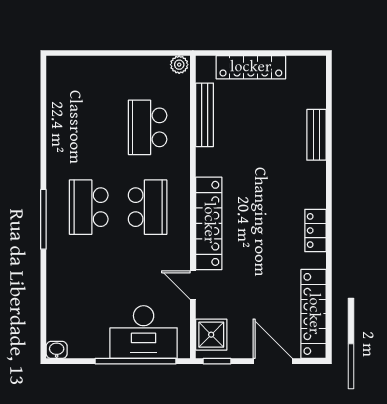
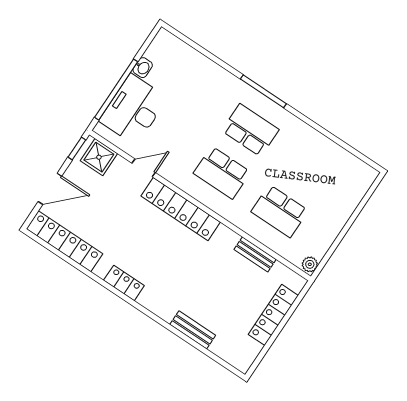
bench: (205, 115) -> (255, 254), width x0.73
school desk: (148, 127) -> (280, 211), turned 180
washbasin: (57, 350) -> (143, 68), moved

